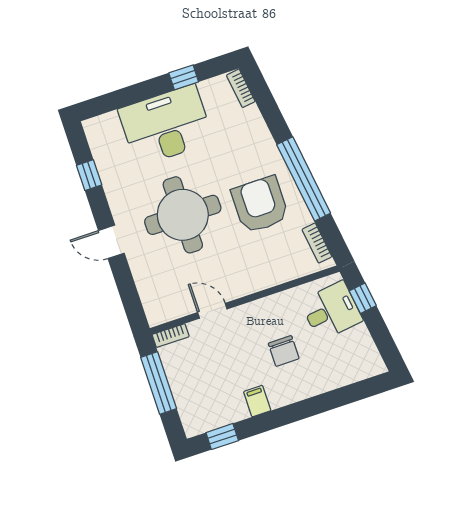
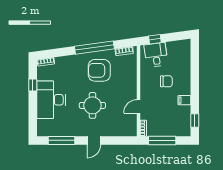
window: (89, 175) -> (62, 140), width x2.17
round table: (183, 215) -> (92, 105), width x0.73, depth x0.73

